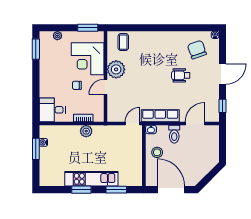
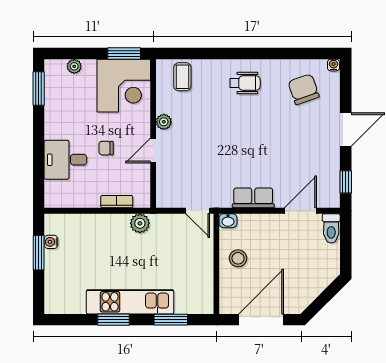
corner desk: (88, 59) -> (124, 86), moved, turned -90
plant: (116, 69) -> (164, 122), width x0.53, depth x0.53
wheelchair: (181, 75) -> (245, 83), moved, turned 180
desk: (52, 110) -> (65, 160), moved
row of seats: (160, 116) -> (253, 198), width x0.68
door: (132, 123) -> (198, 211), swing flipped
plant: (86, 131) -> (140, 223), moved
toilet: (174, 134) -> (331, 228), moved
door: (171, 190) -> (261, 320), hinge flipped

